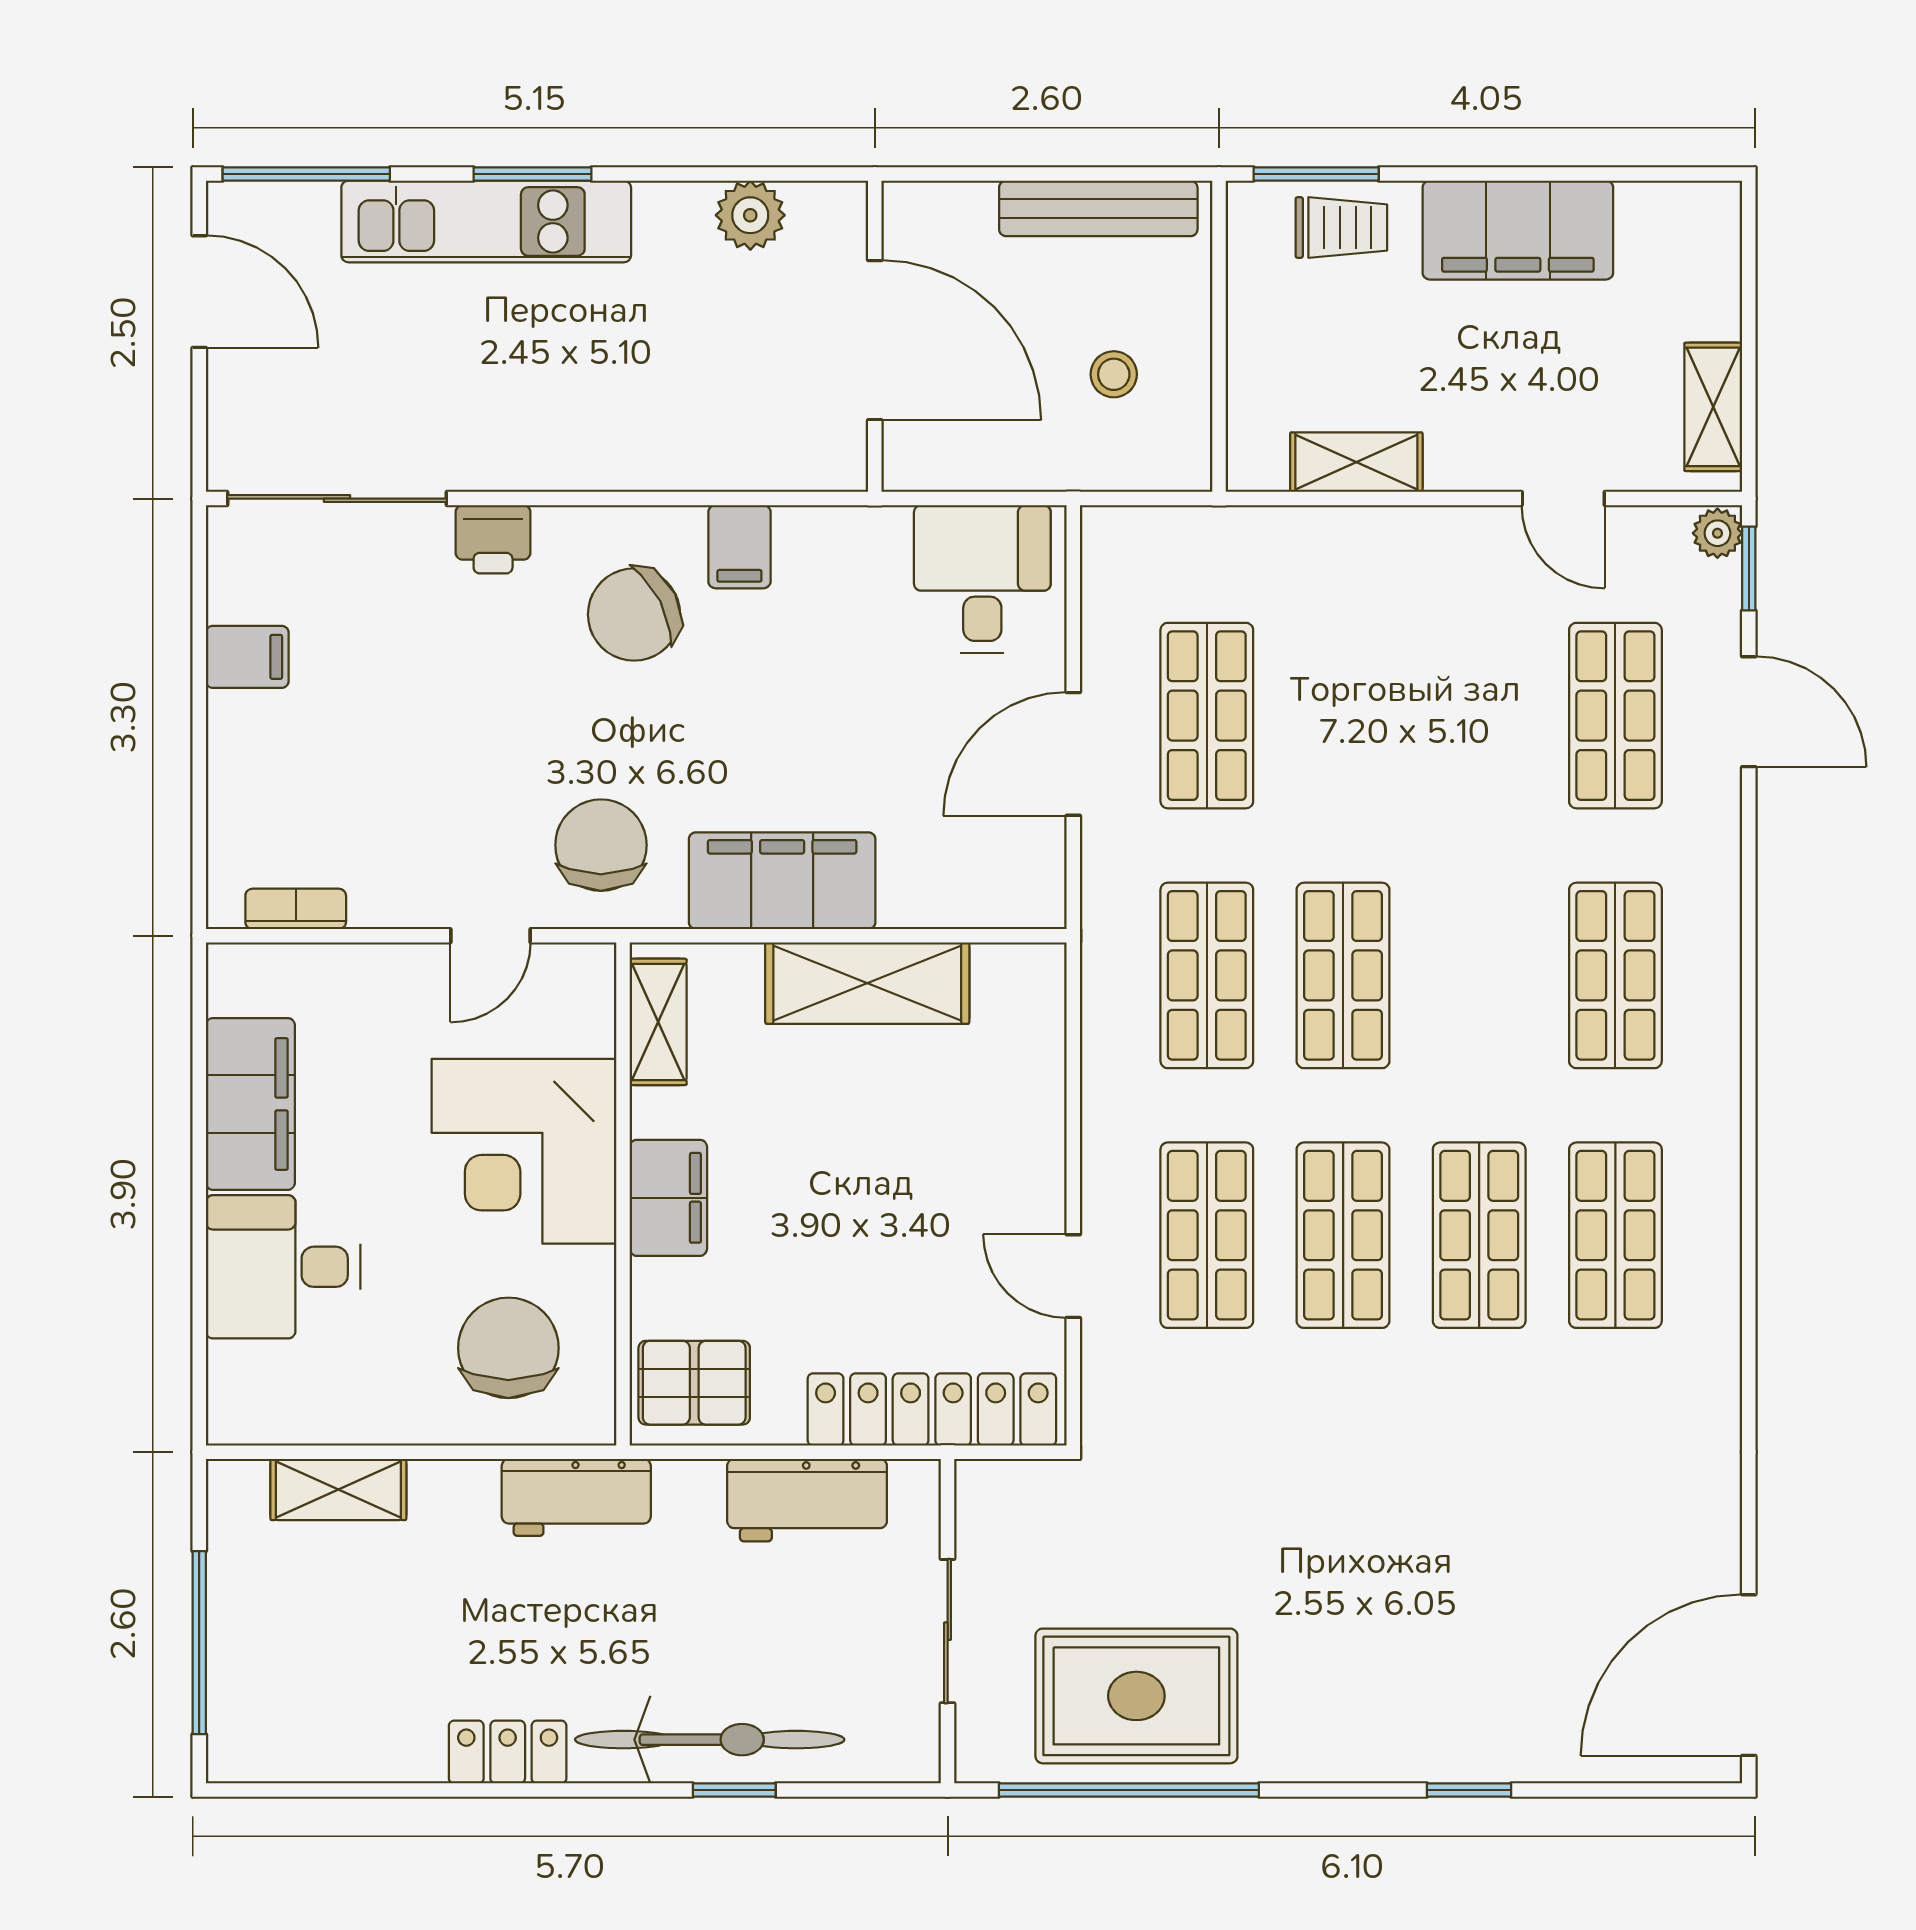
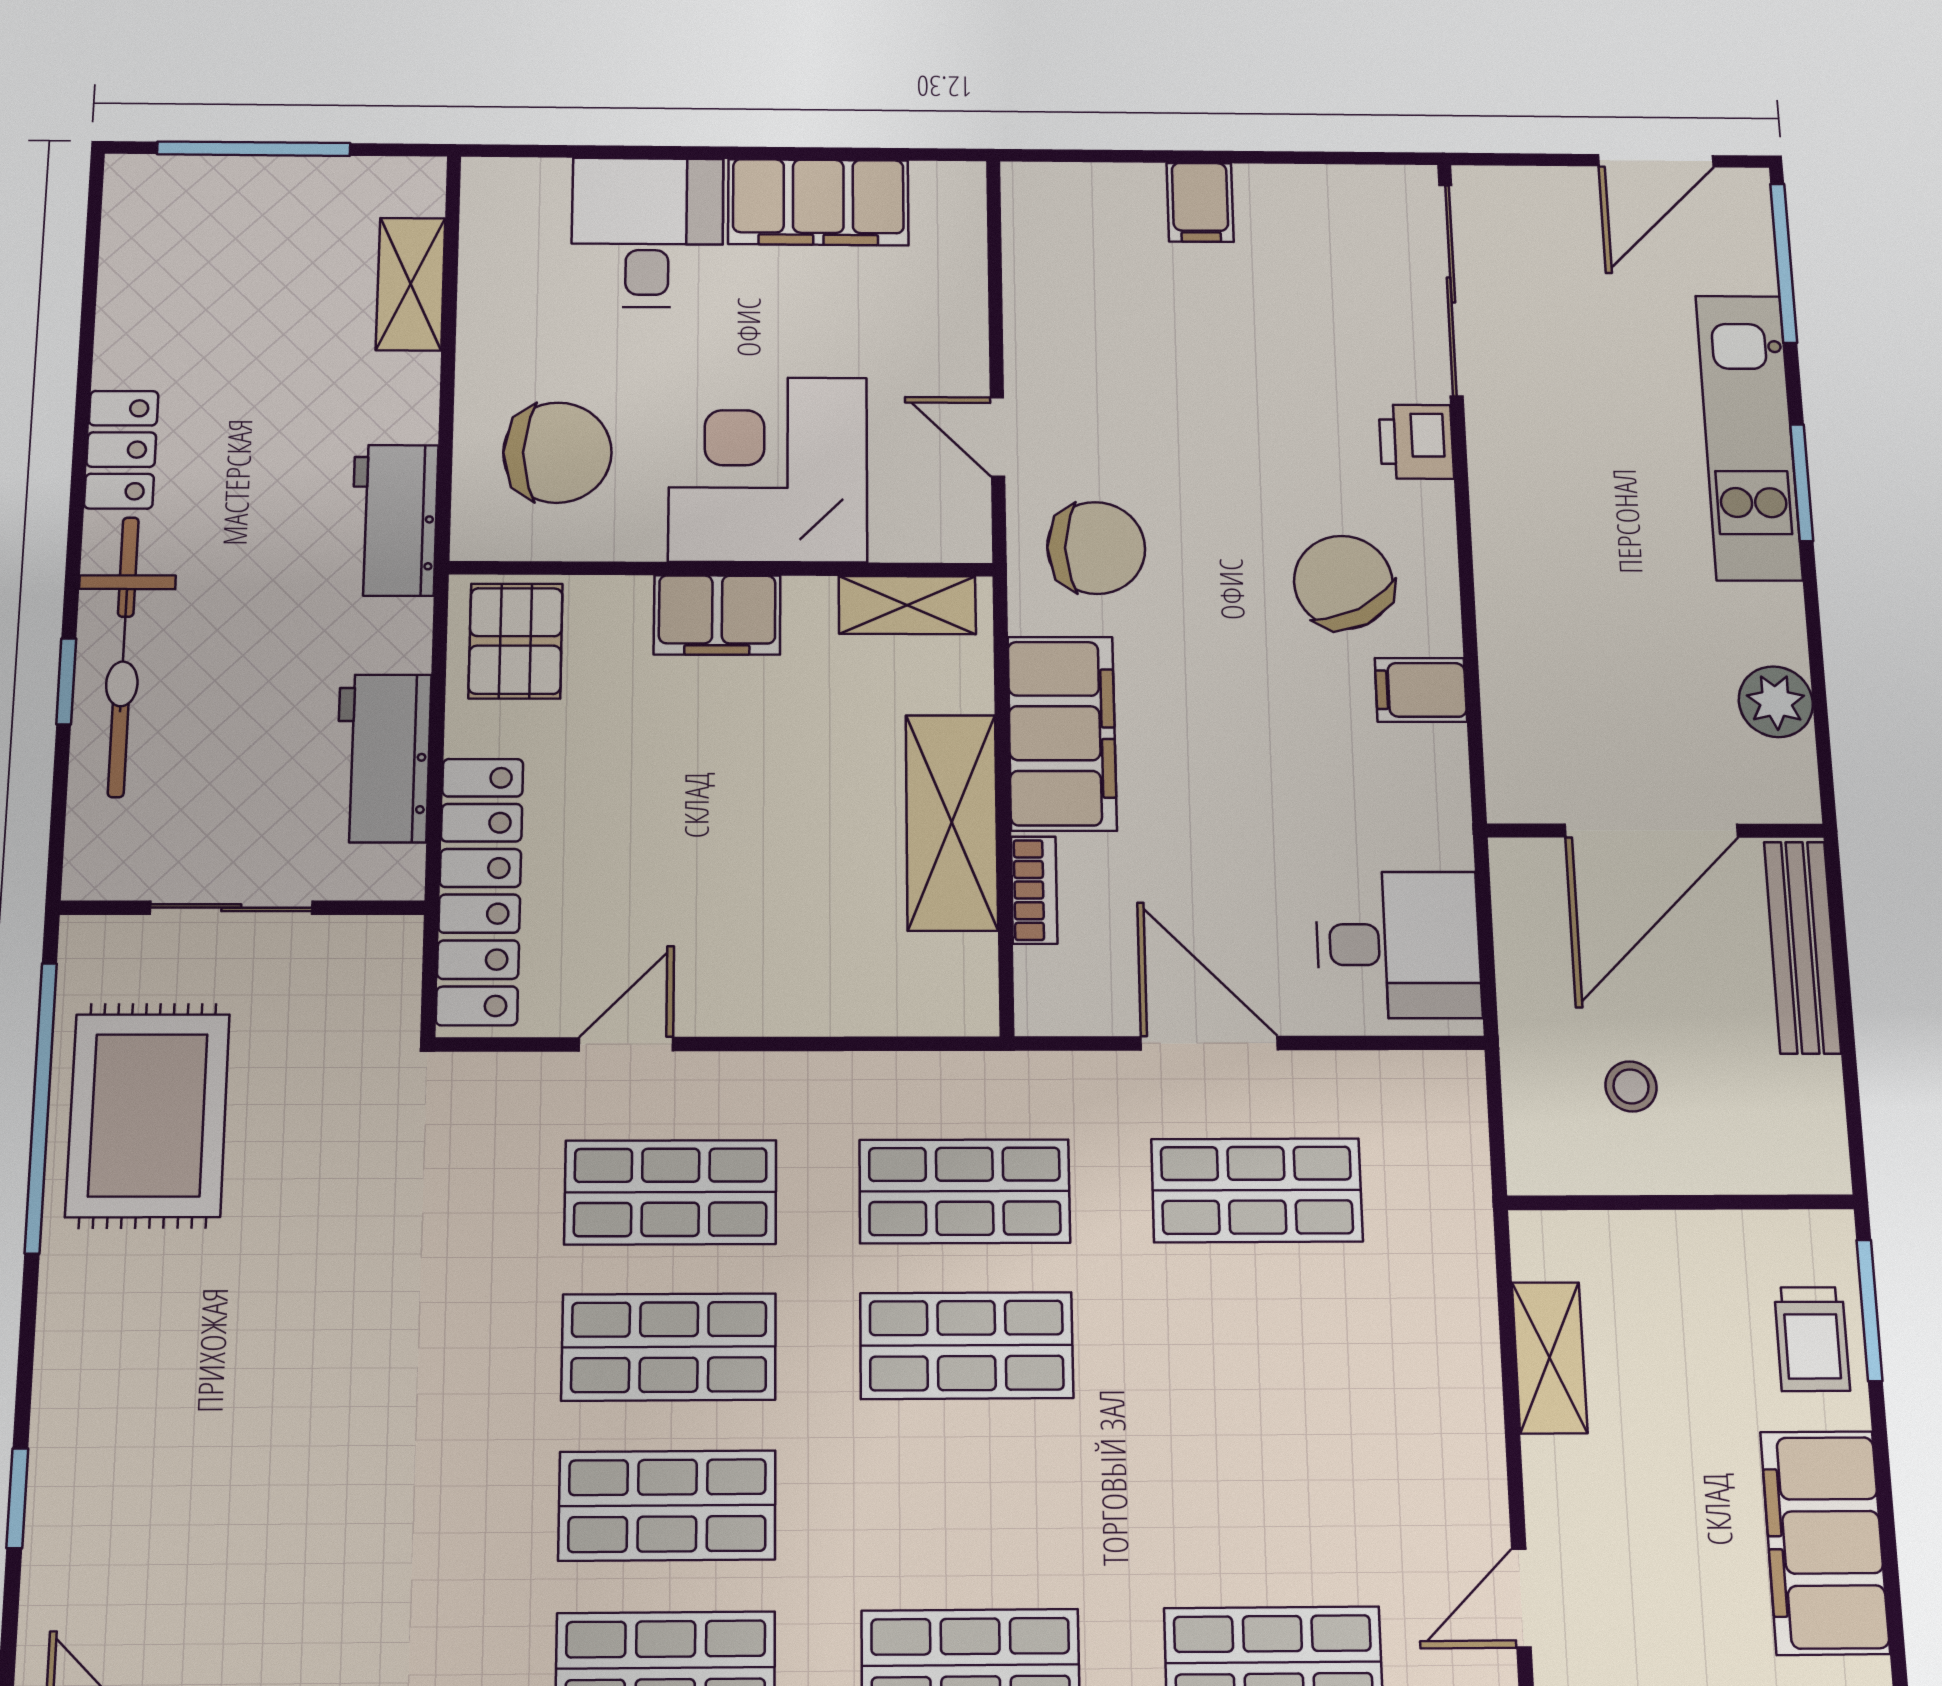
bench: (1098, 208) -> (1802, 947), moved
filing cabinet: (247, 657) -> (1200, 202), moved
bookcase: (296, 909) -> (1034, 890), moved

